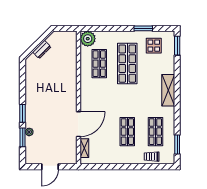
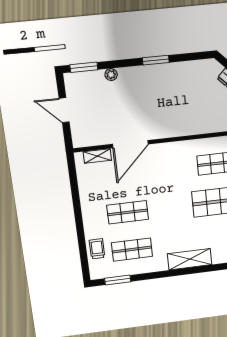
window: (23, 113) -> (156, 60), moved
door: (78, 124) -> (130, 144), hinge flipped
window: (23, 137) -> (84, 67), moved

